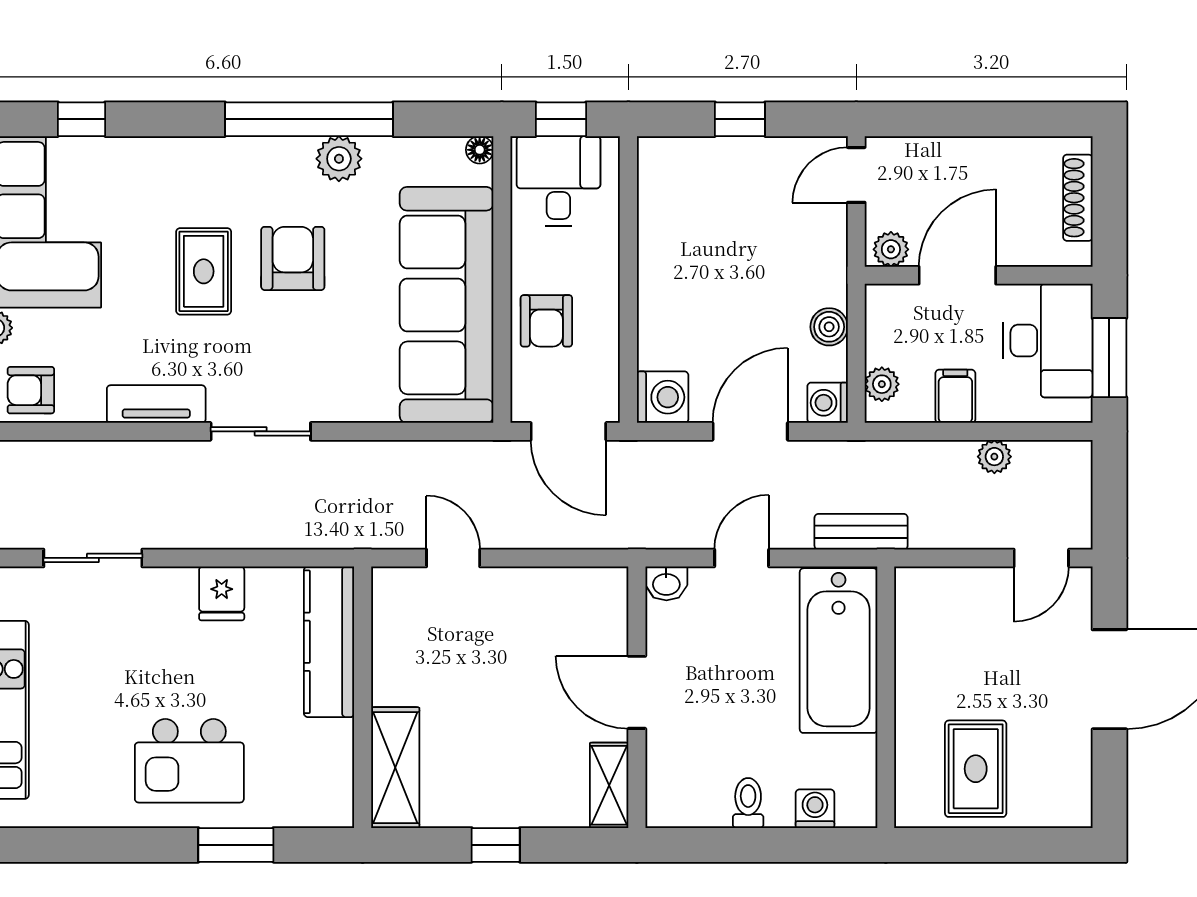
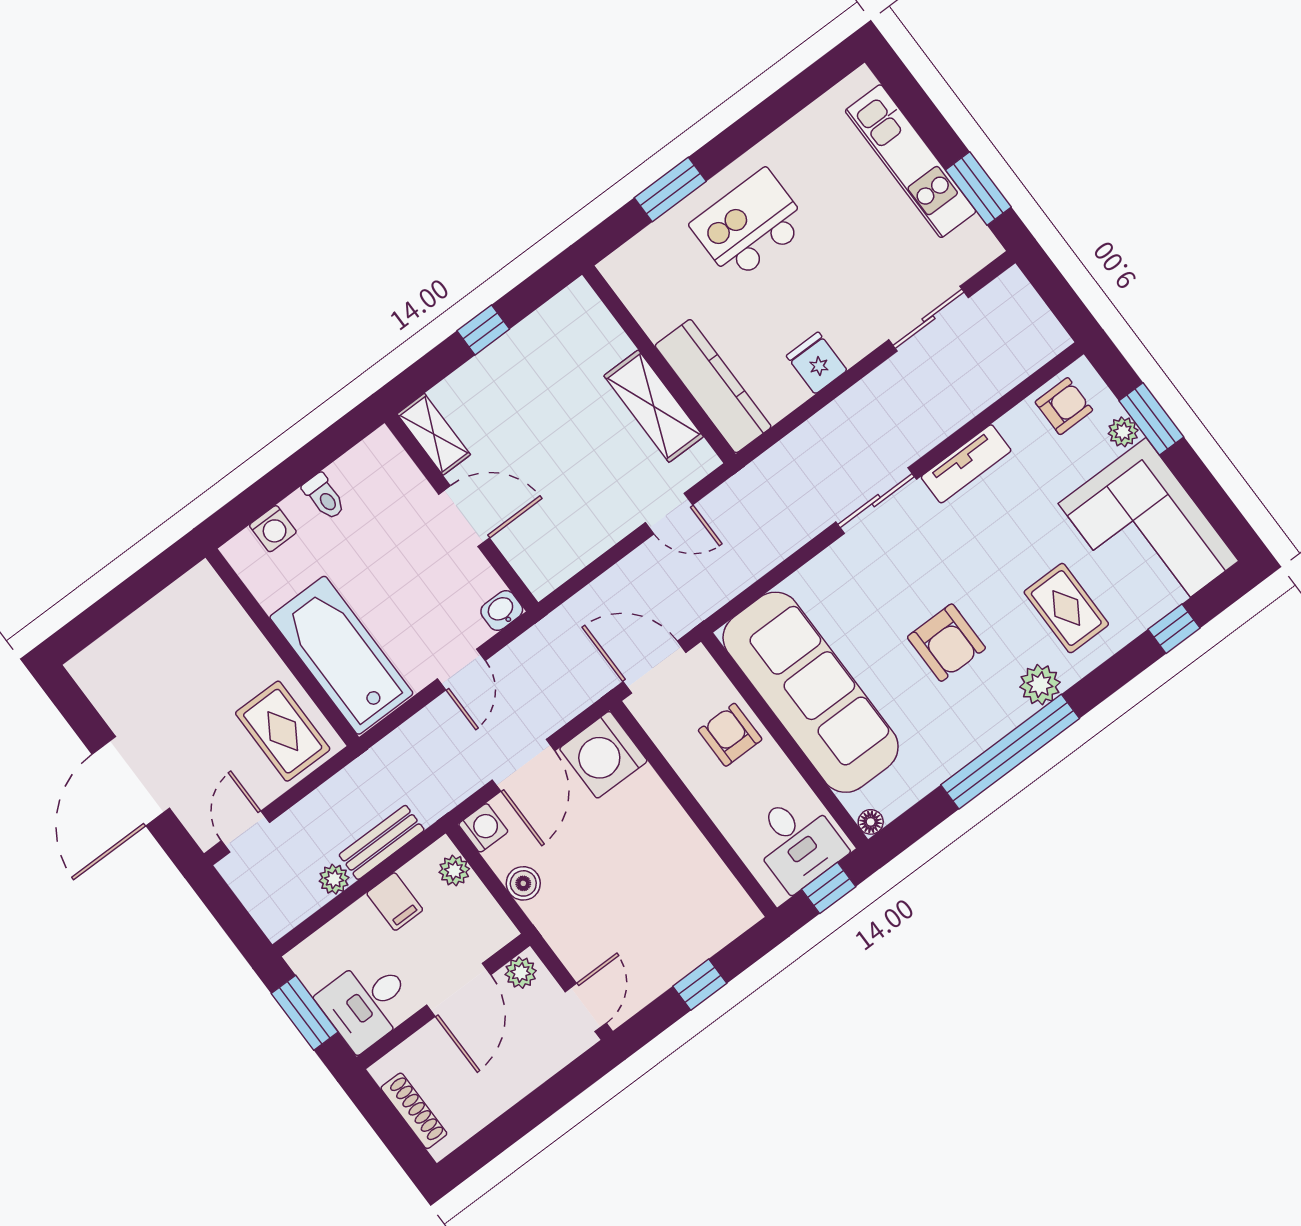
plant: (339, 159) -> (1040, 685), moved
rug: (204, 271) -> (1066, 608), moved
desk: (1048, 341) -> (367, 1003), width x0.73
washing machine: (663, 397) -> (603, 755), width x1.37, depth x1.37
bench: (861, 532) -> (382, 842), moved
shelving: (395, 768) -> (654, 406), moved
rug: (976, 769) -> (283, 731), moved

